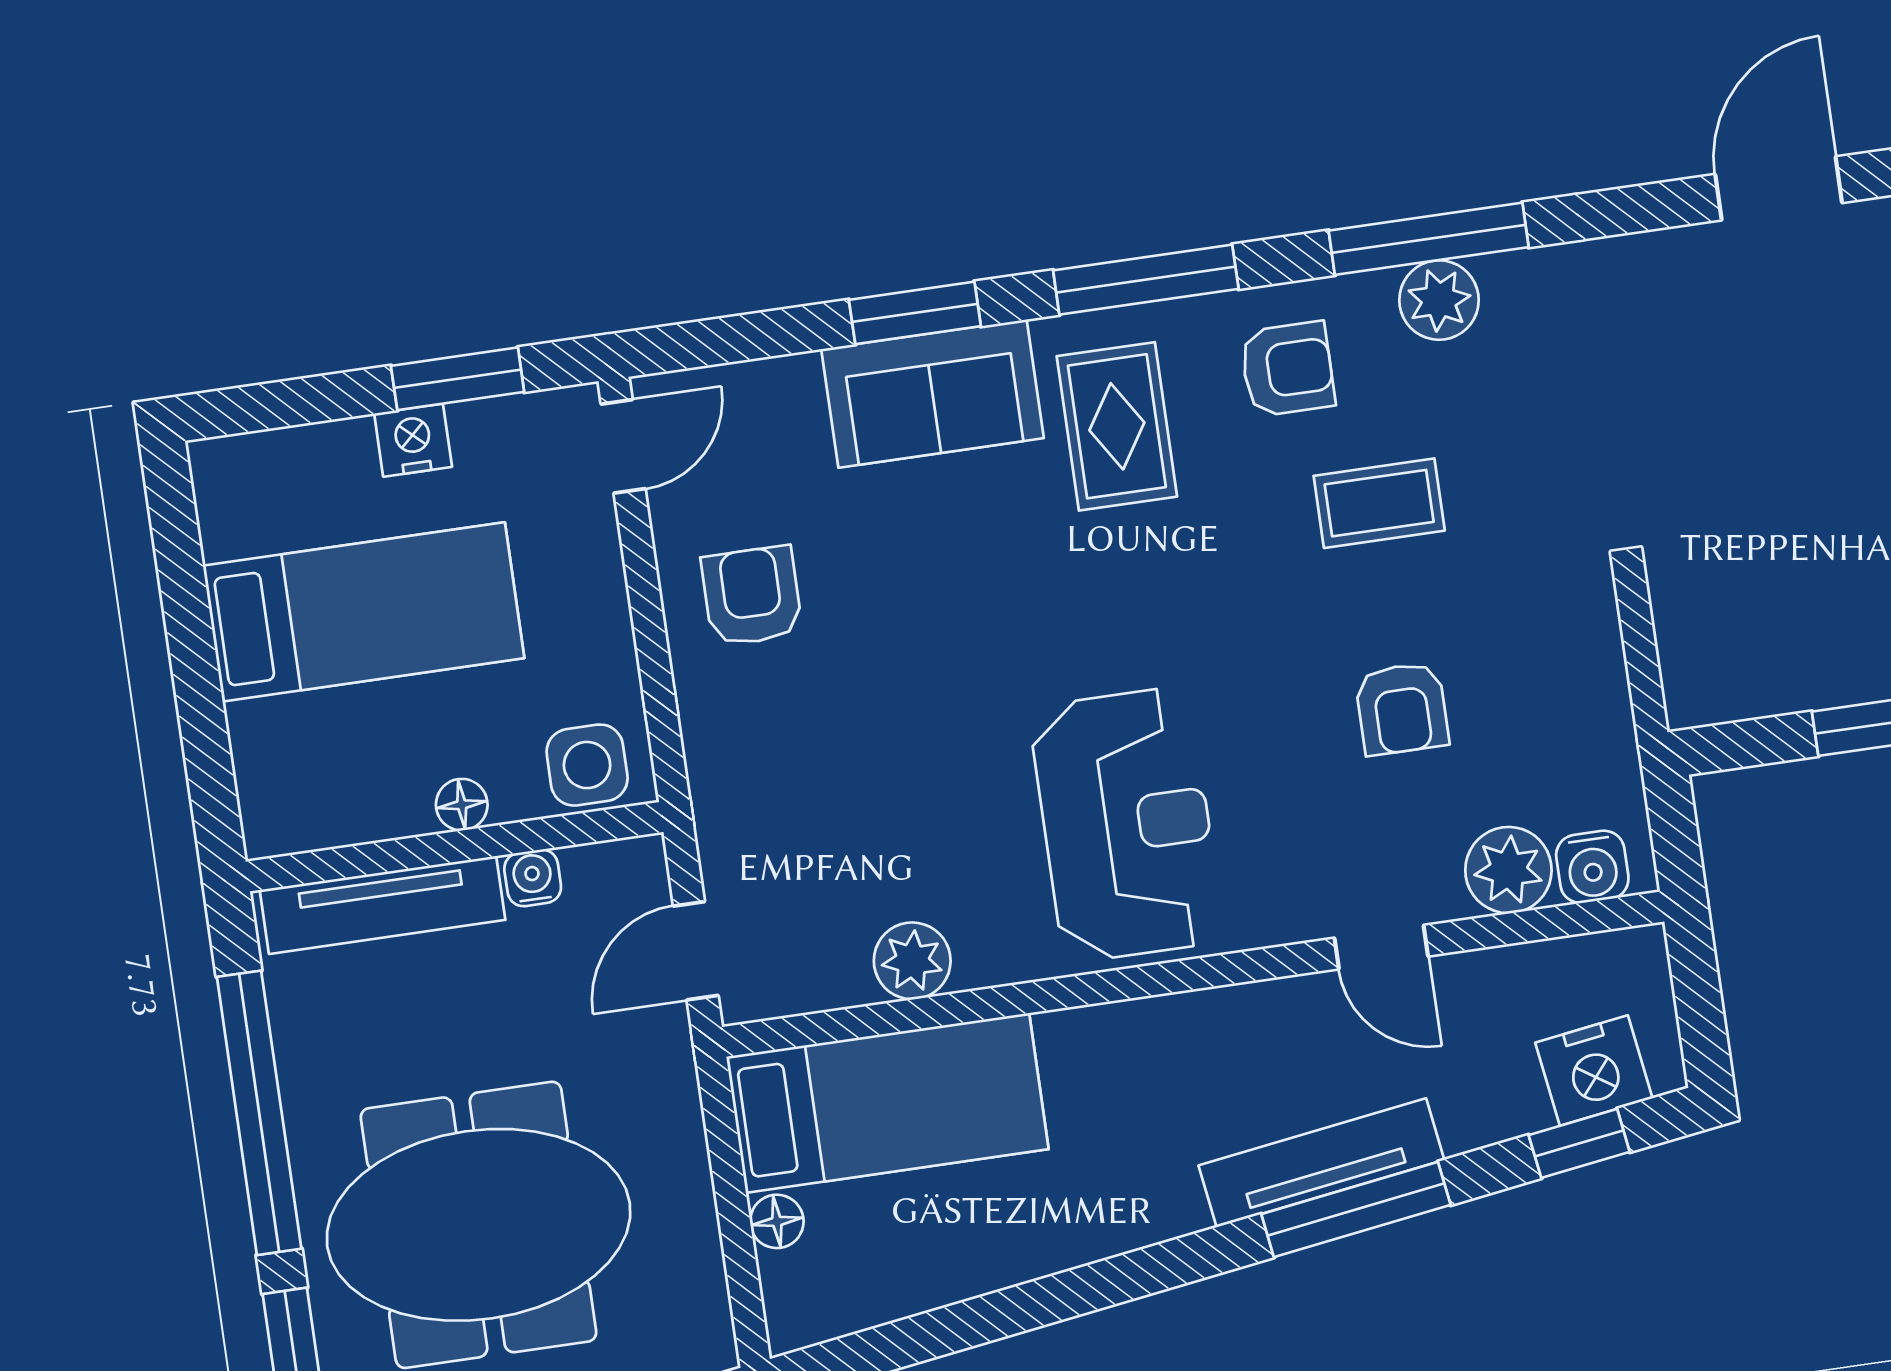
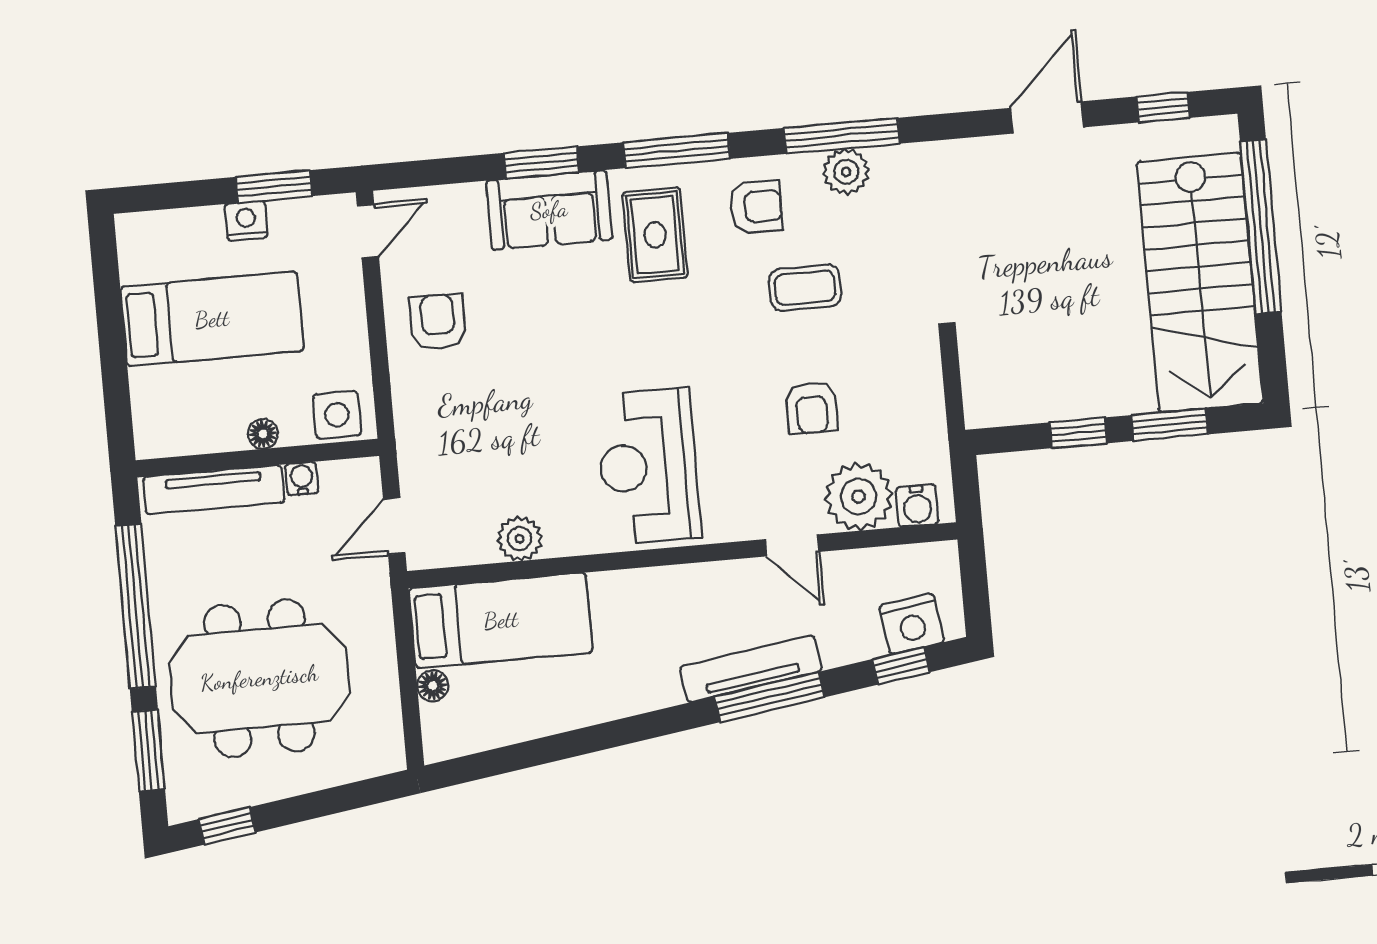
reception desk: (1127, 824) -> (648, 466), turned 180
plant: (1508, 870) -> (859, 496), width x1.36, depth x1.36

